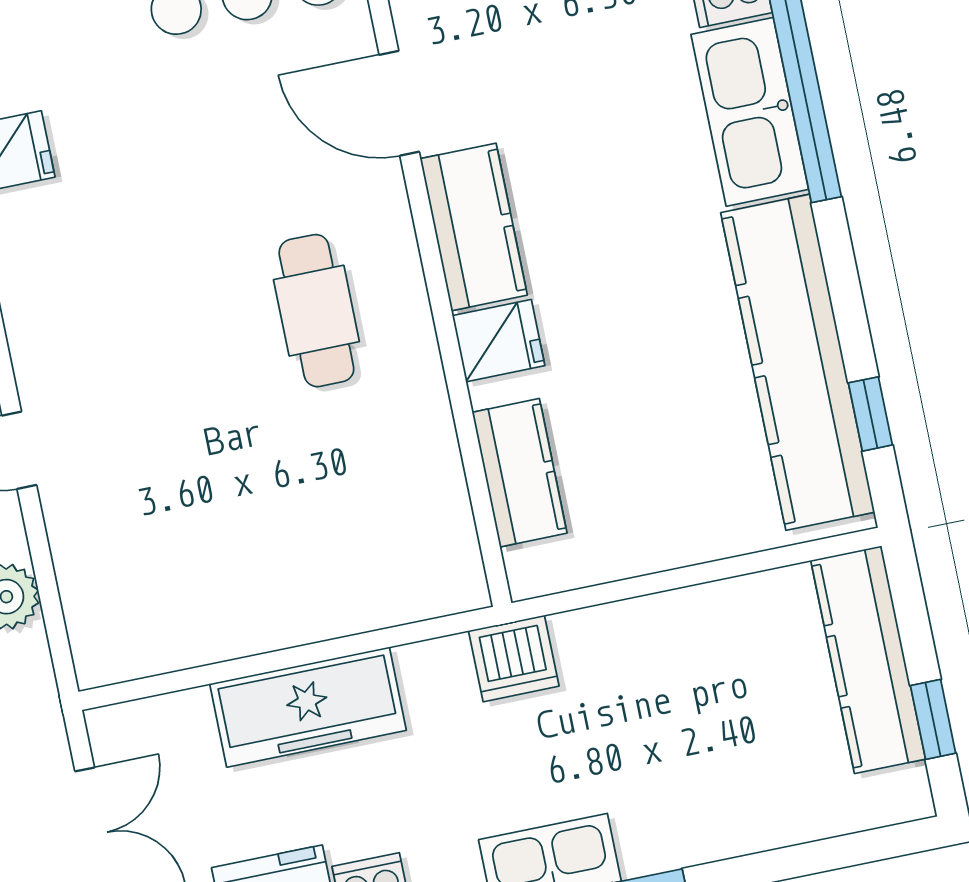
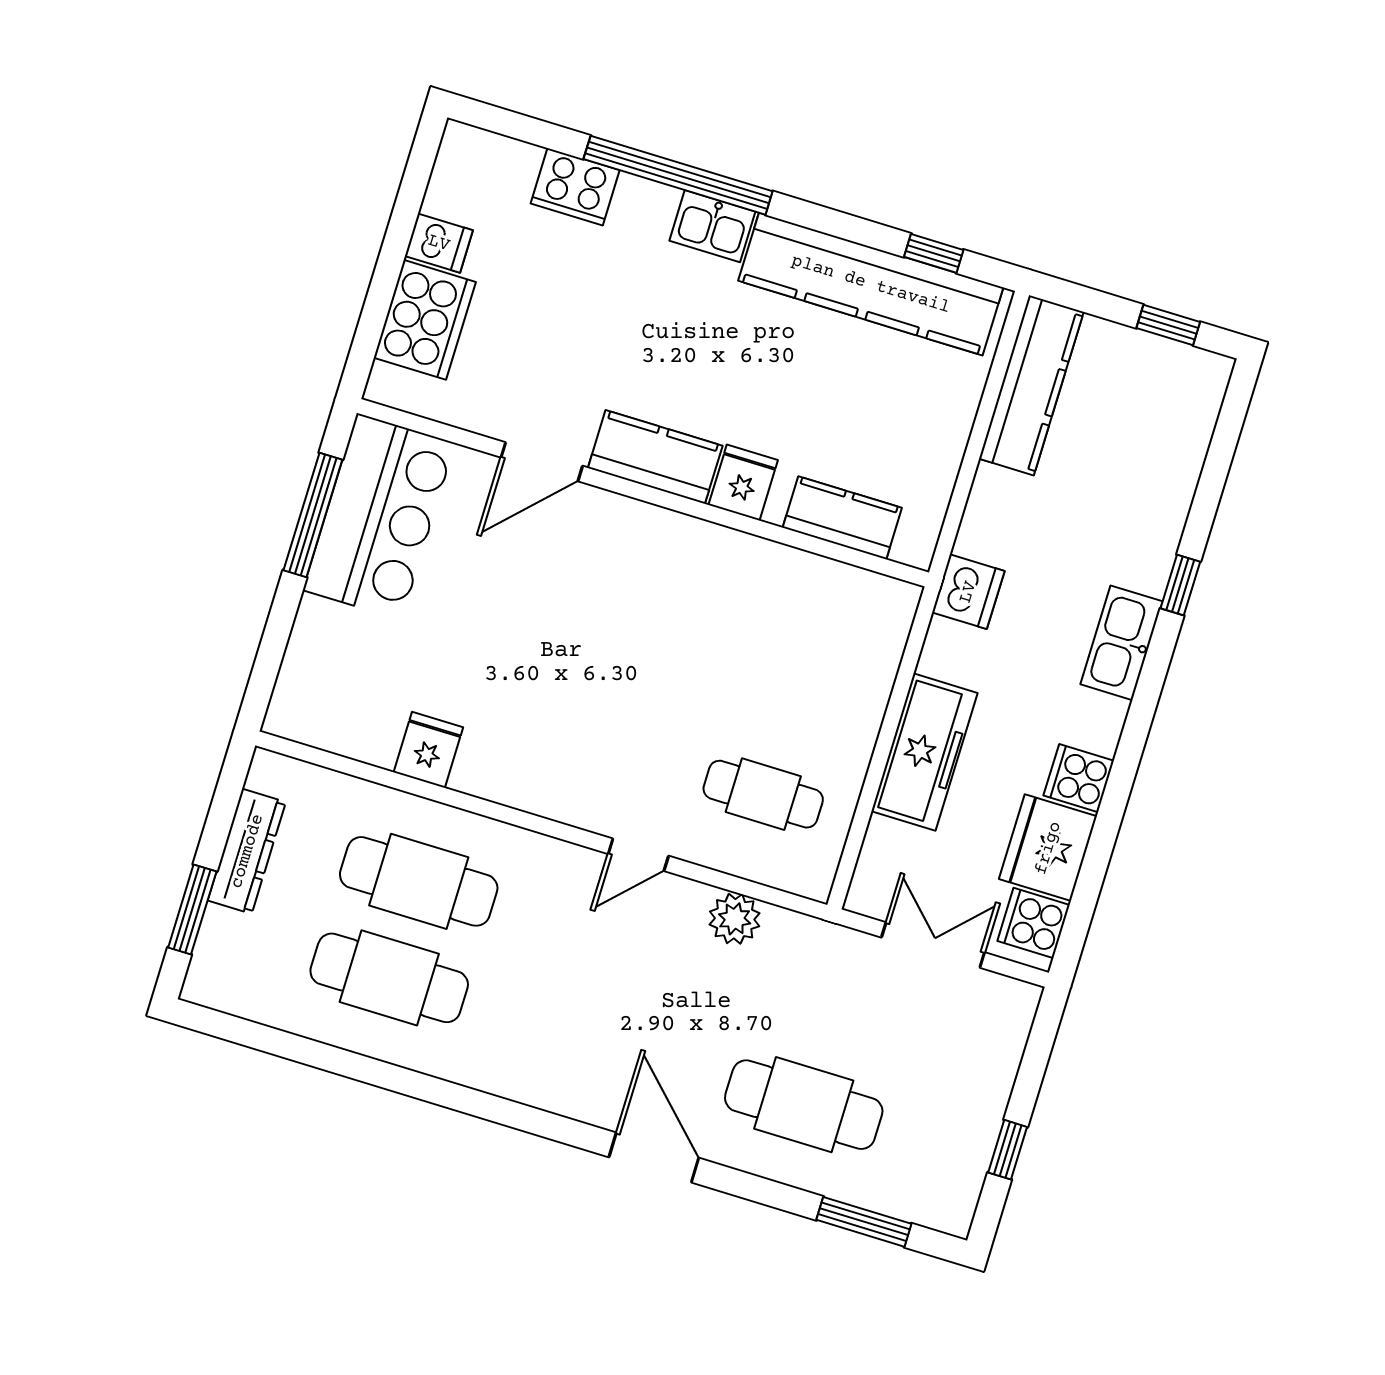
kitchen sink: (750, 112) -> (712, 226), width x0.53, depth x0.81
cafe table: (316, 311) -> (763, 794), moved
kitchen counter: (868, 660) -> (1031, 385), moved, turned -90

